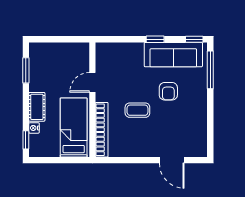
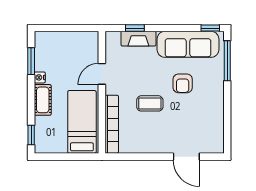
window: (155, 39) -> (135, 28), moved
fireplace: (127, 49) -> (138, 39), added
nightstand: (34, 128) -> (40, 77), moved

